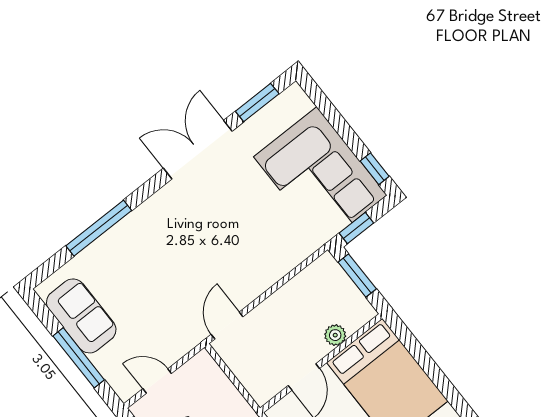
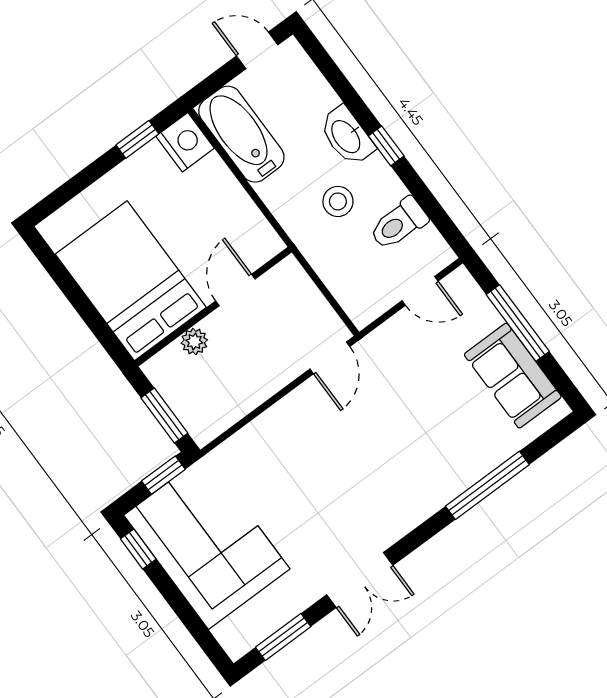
double door: (198, 150) -> (360, 580), width x0.73

